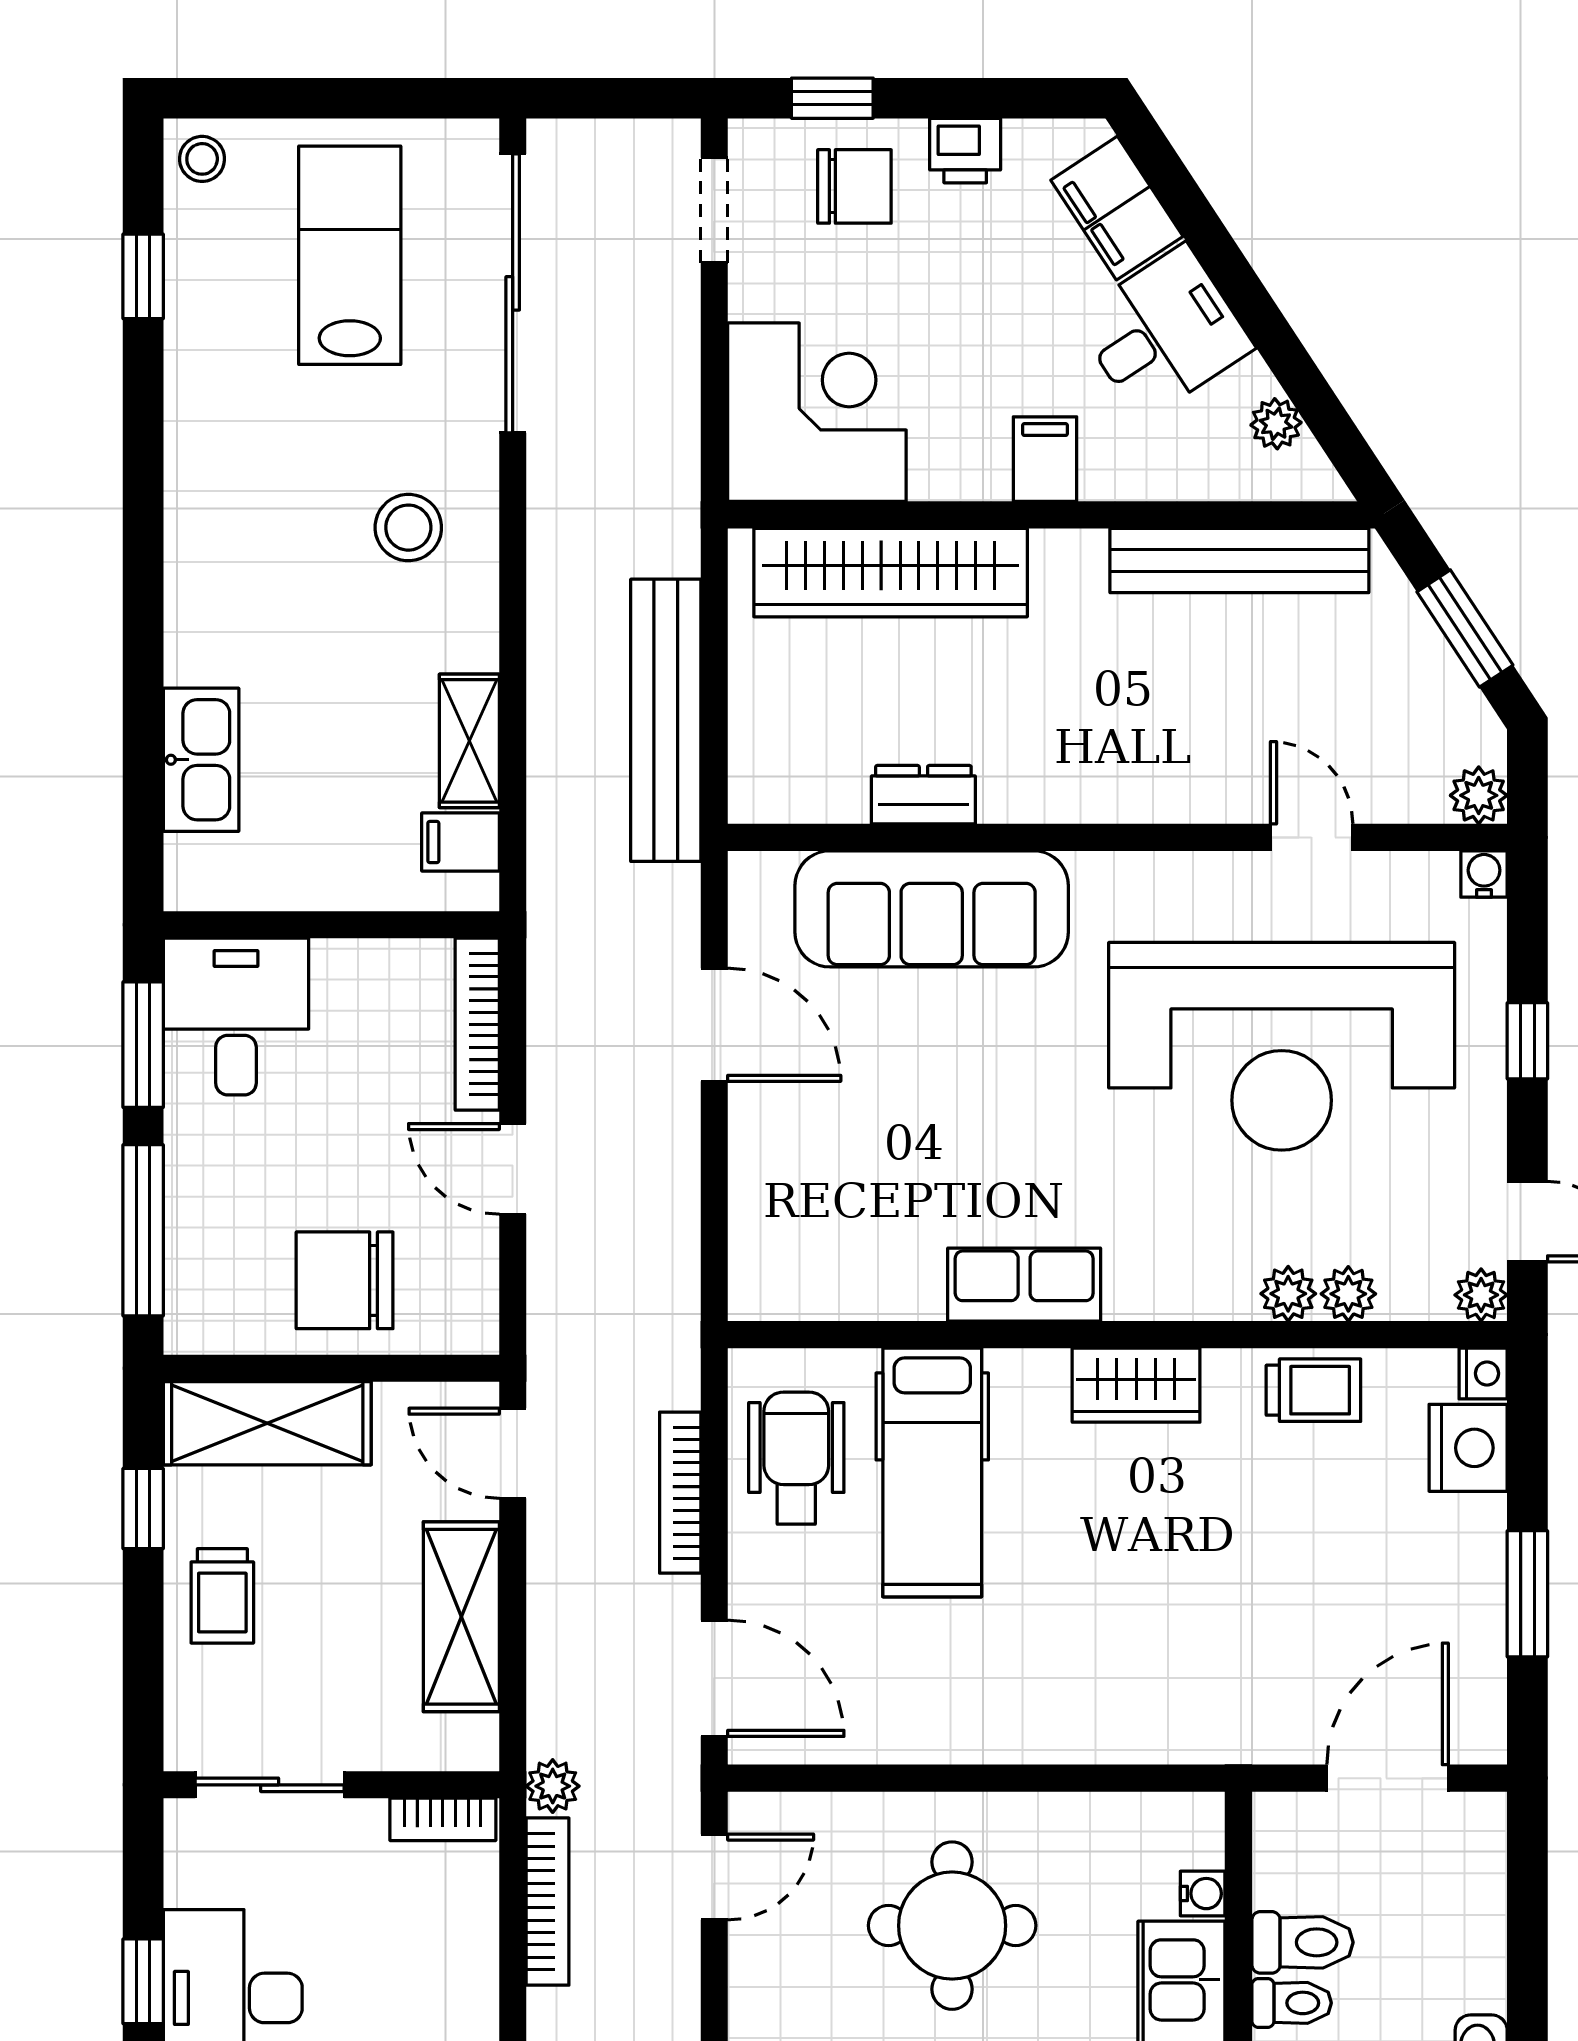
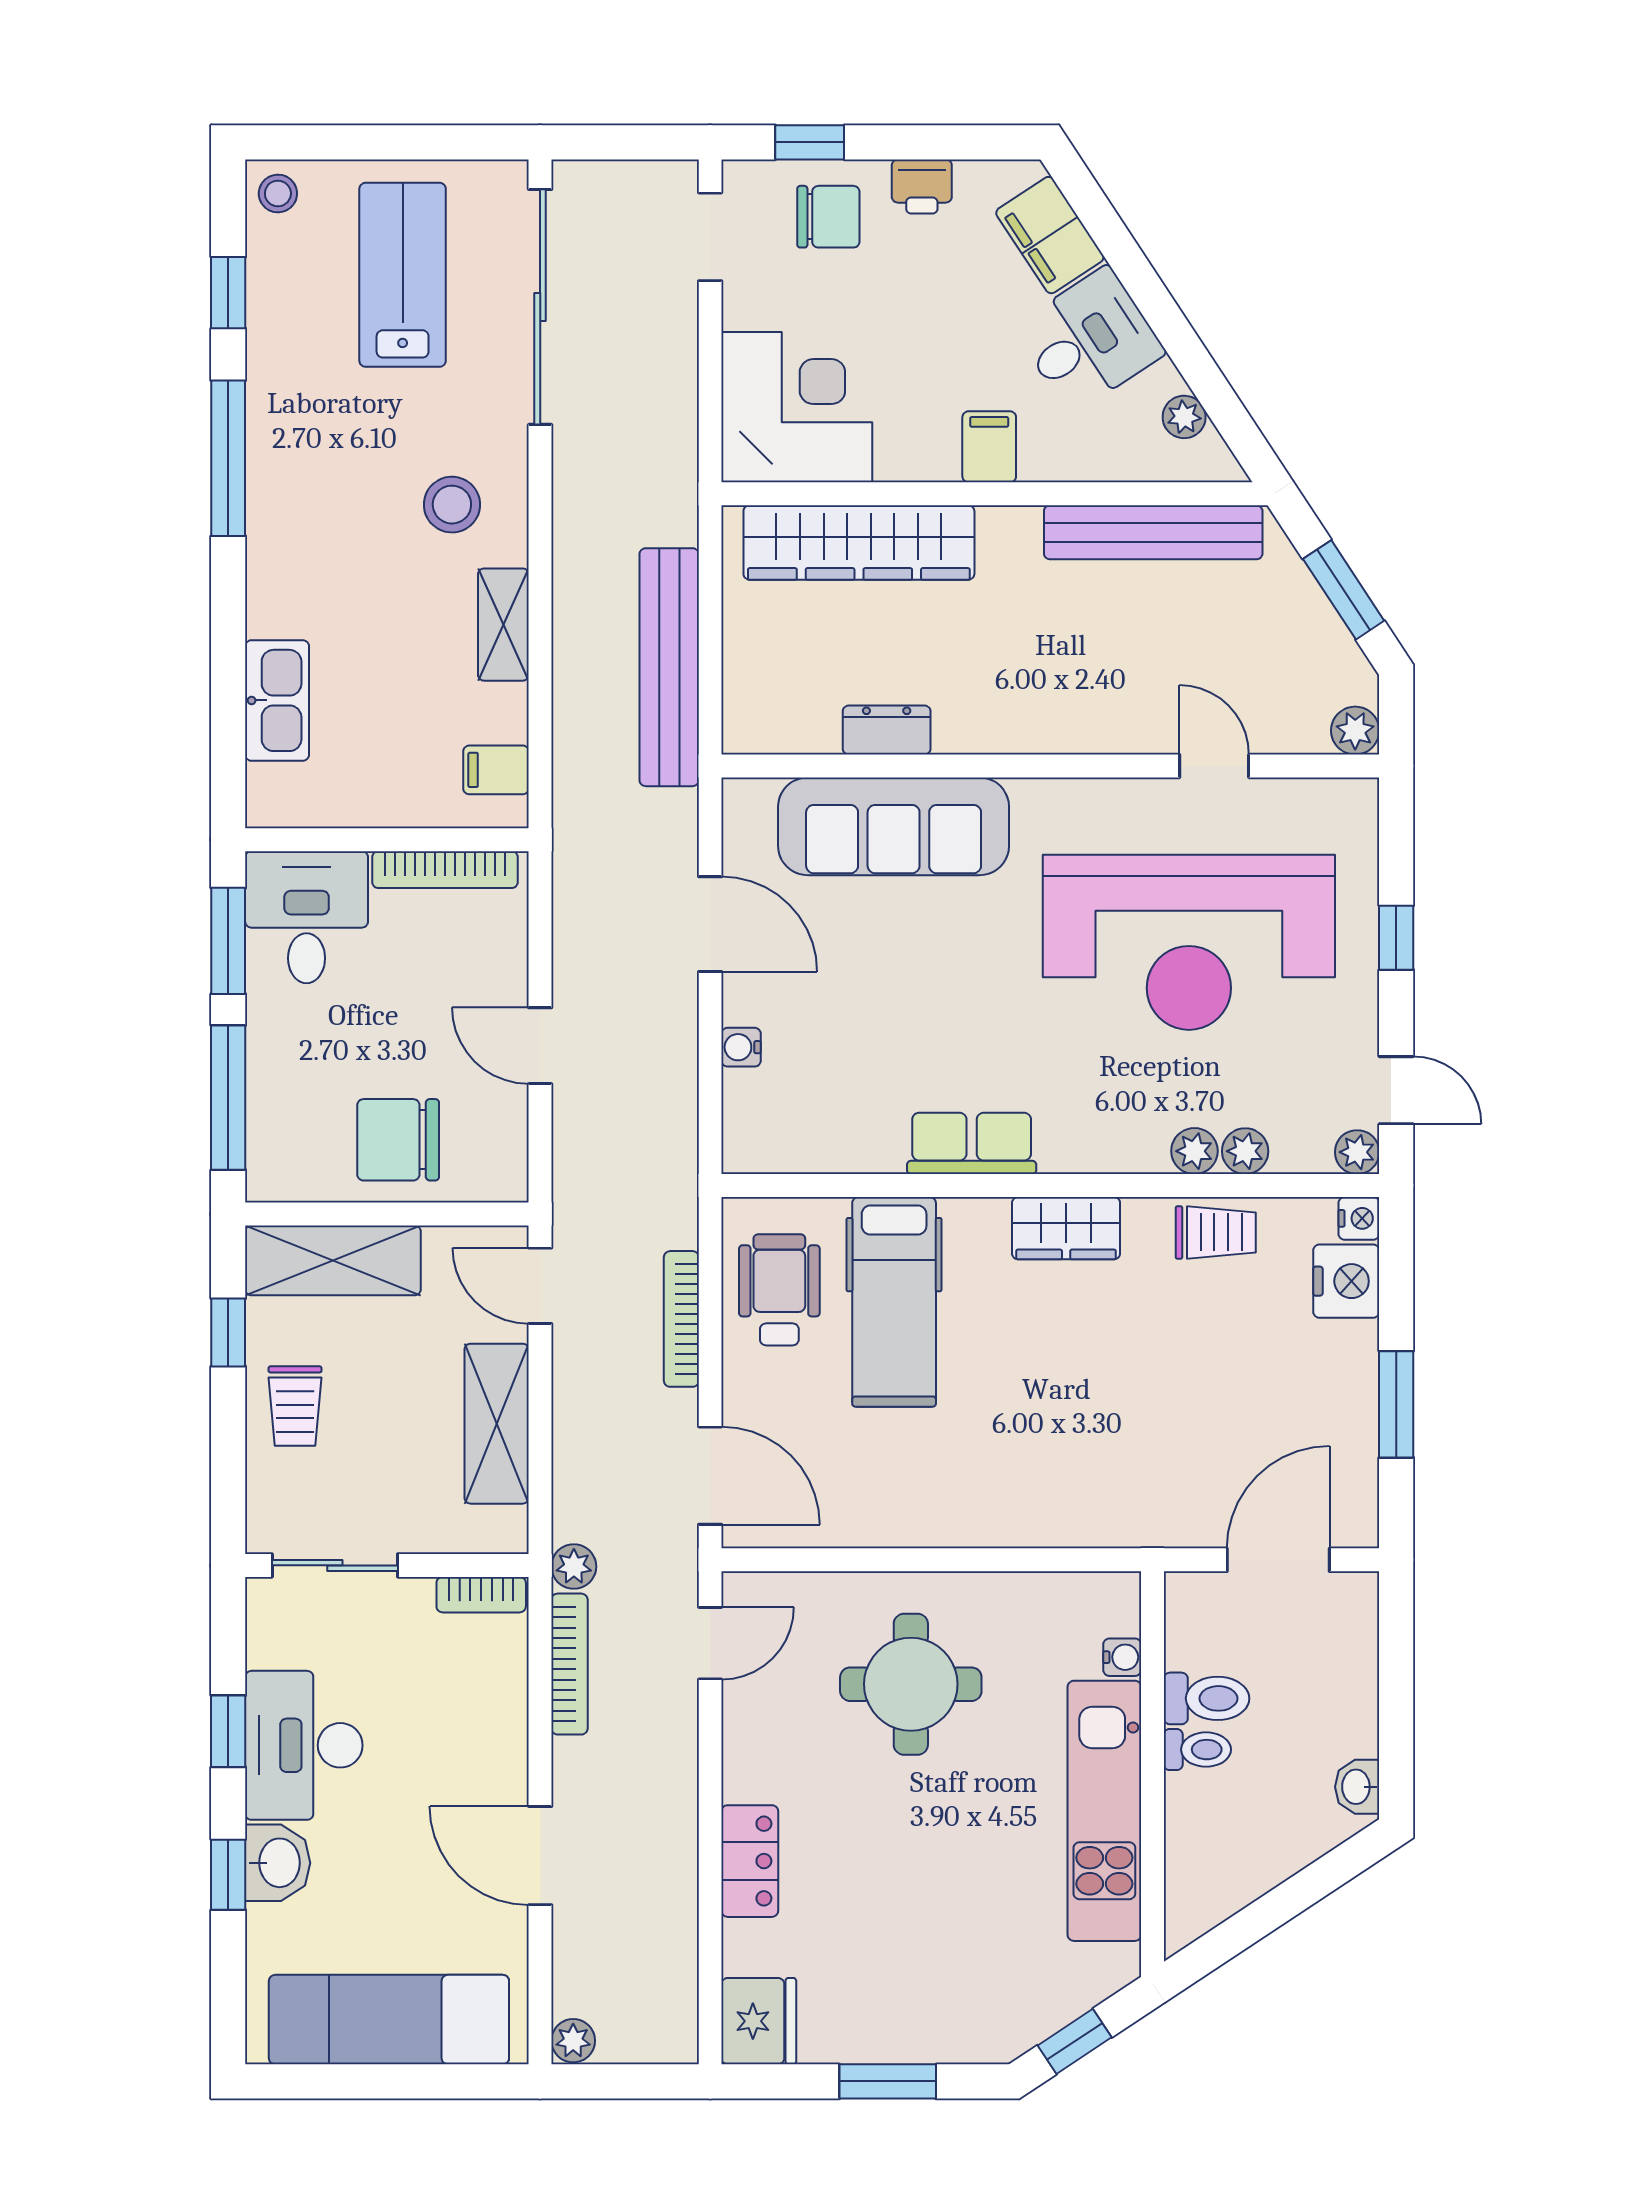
window: (143, 473) -> (228, 458), added
shelving: (469, 741) -> (503, 625), moved
water cooler: (1484, 874) -> (741, 1047), moved, turned -90
bookcase: (477, 1024) -> (445, 870), moved, turned -90

